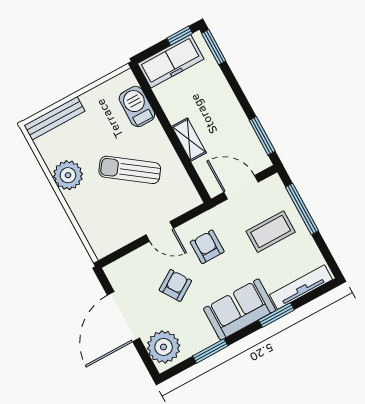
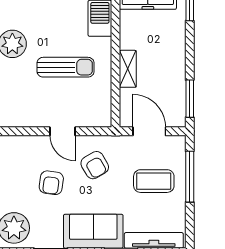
sun lounger: (130, 170) -> (66, 67), turned 144
armchair: (207, 247) -> (95, 165), turned 150
armchair: (175, 285) -> (51, 183), turned 131

